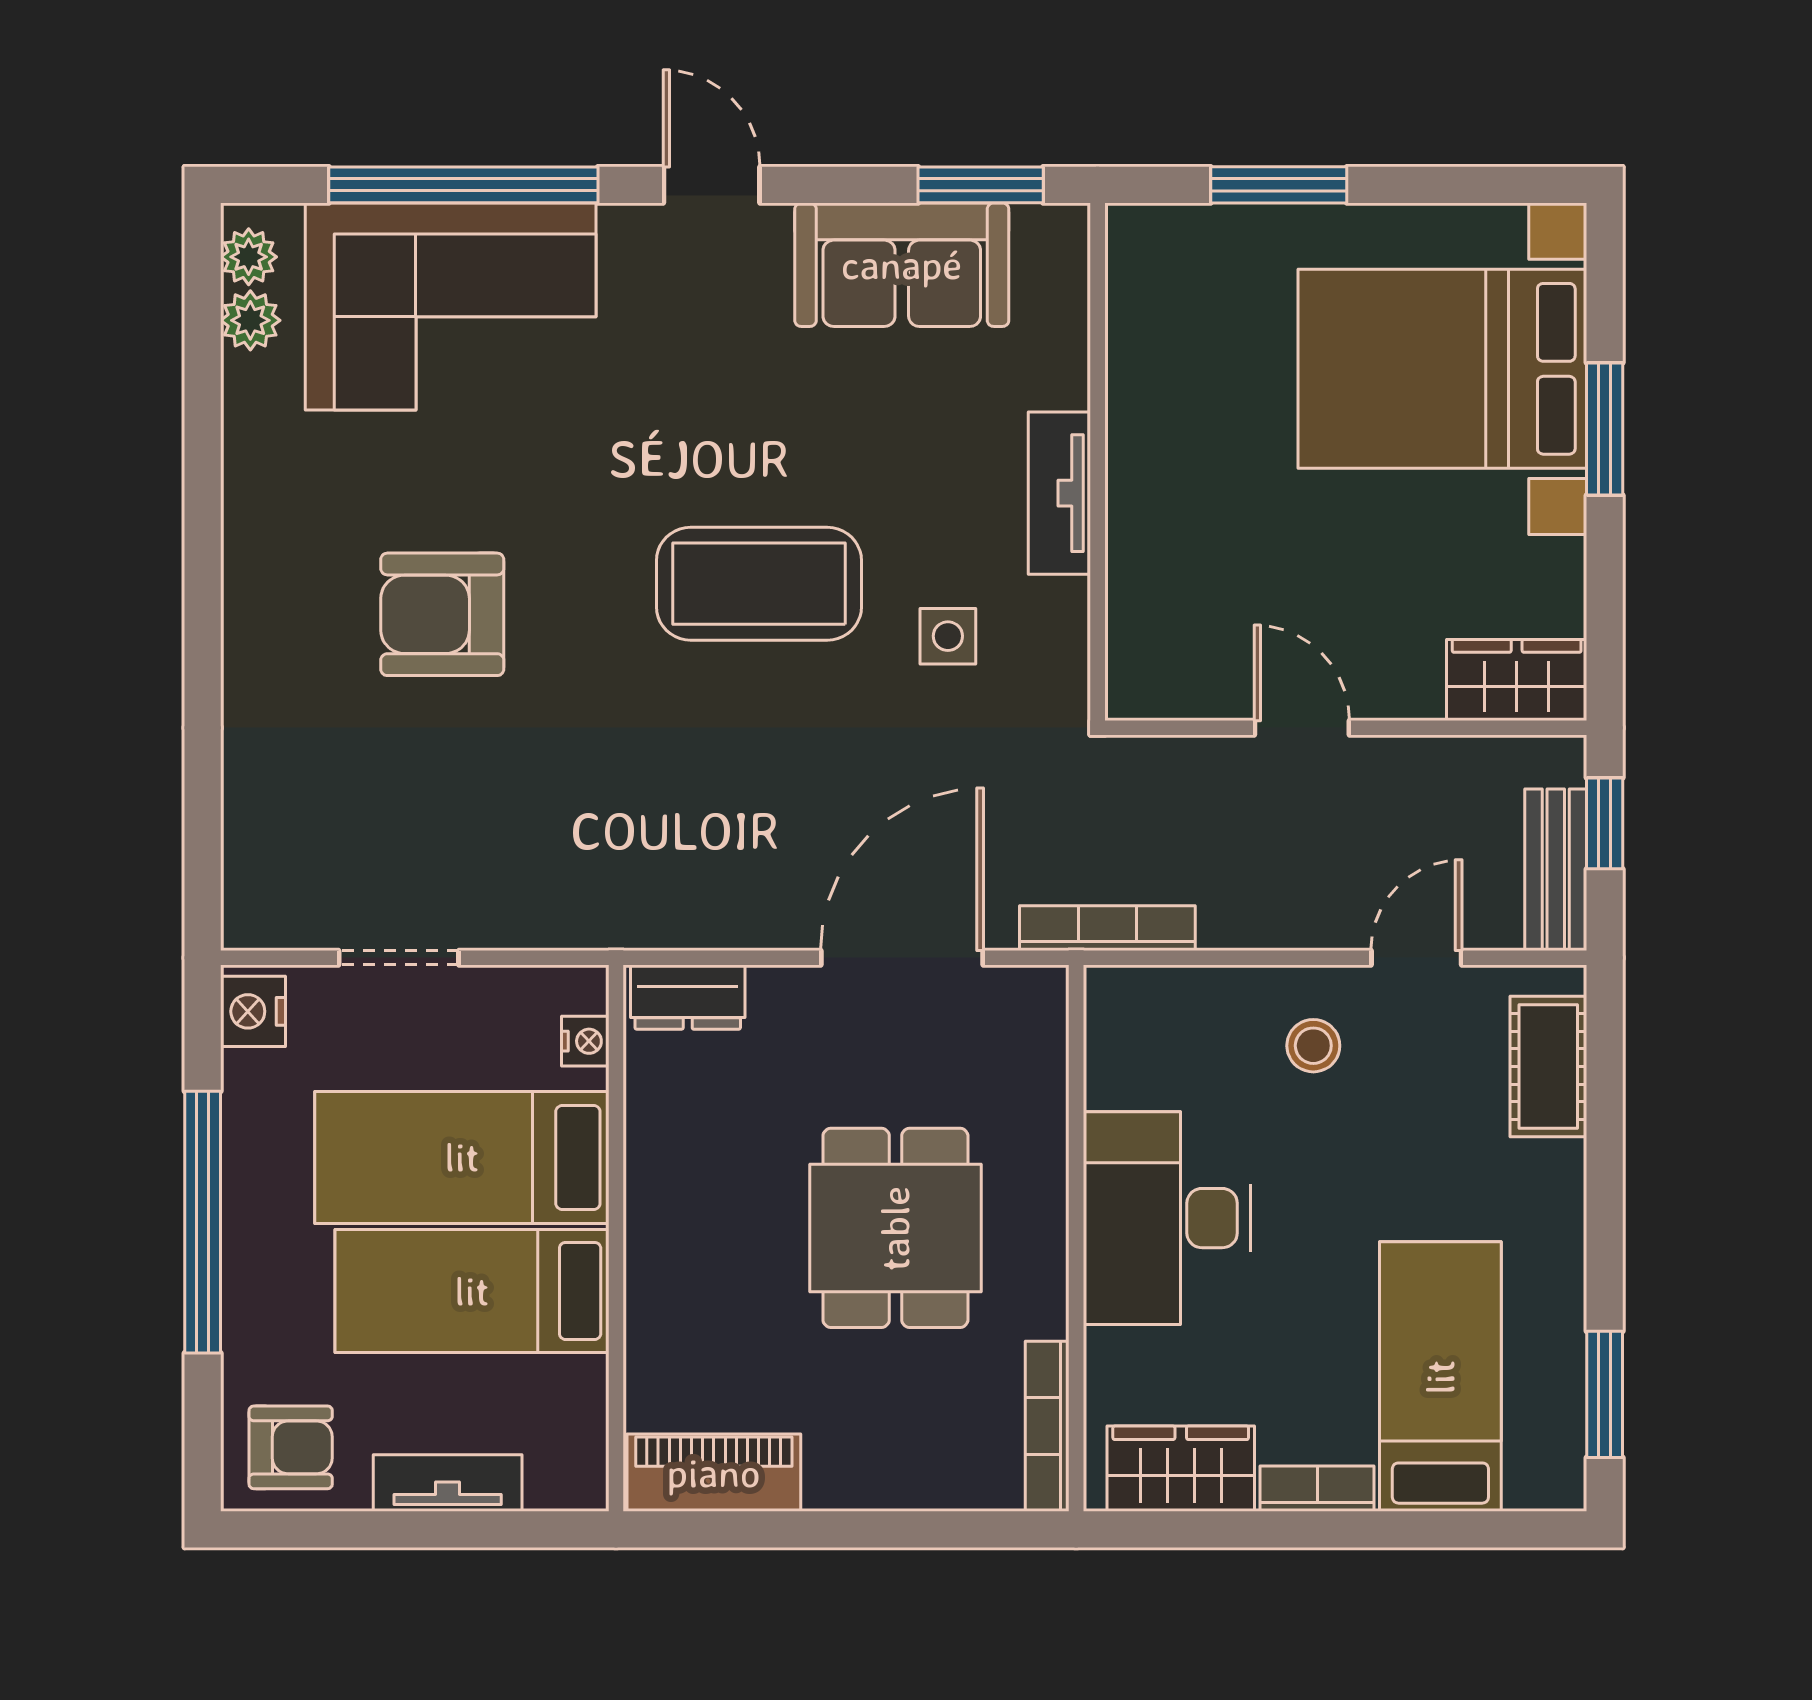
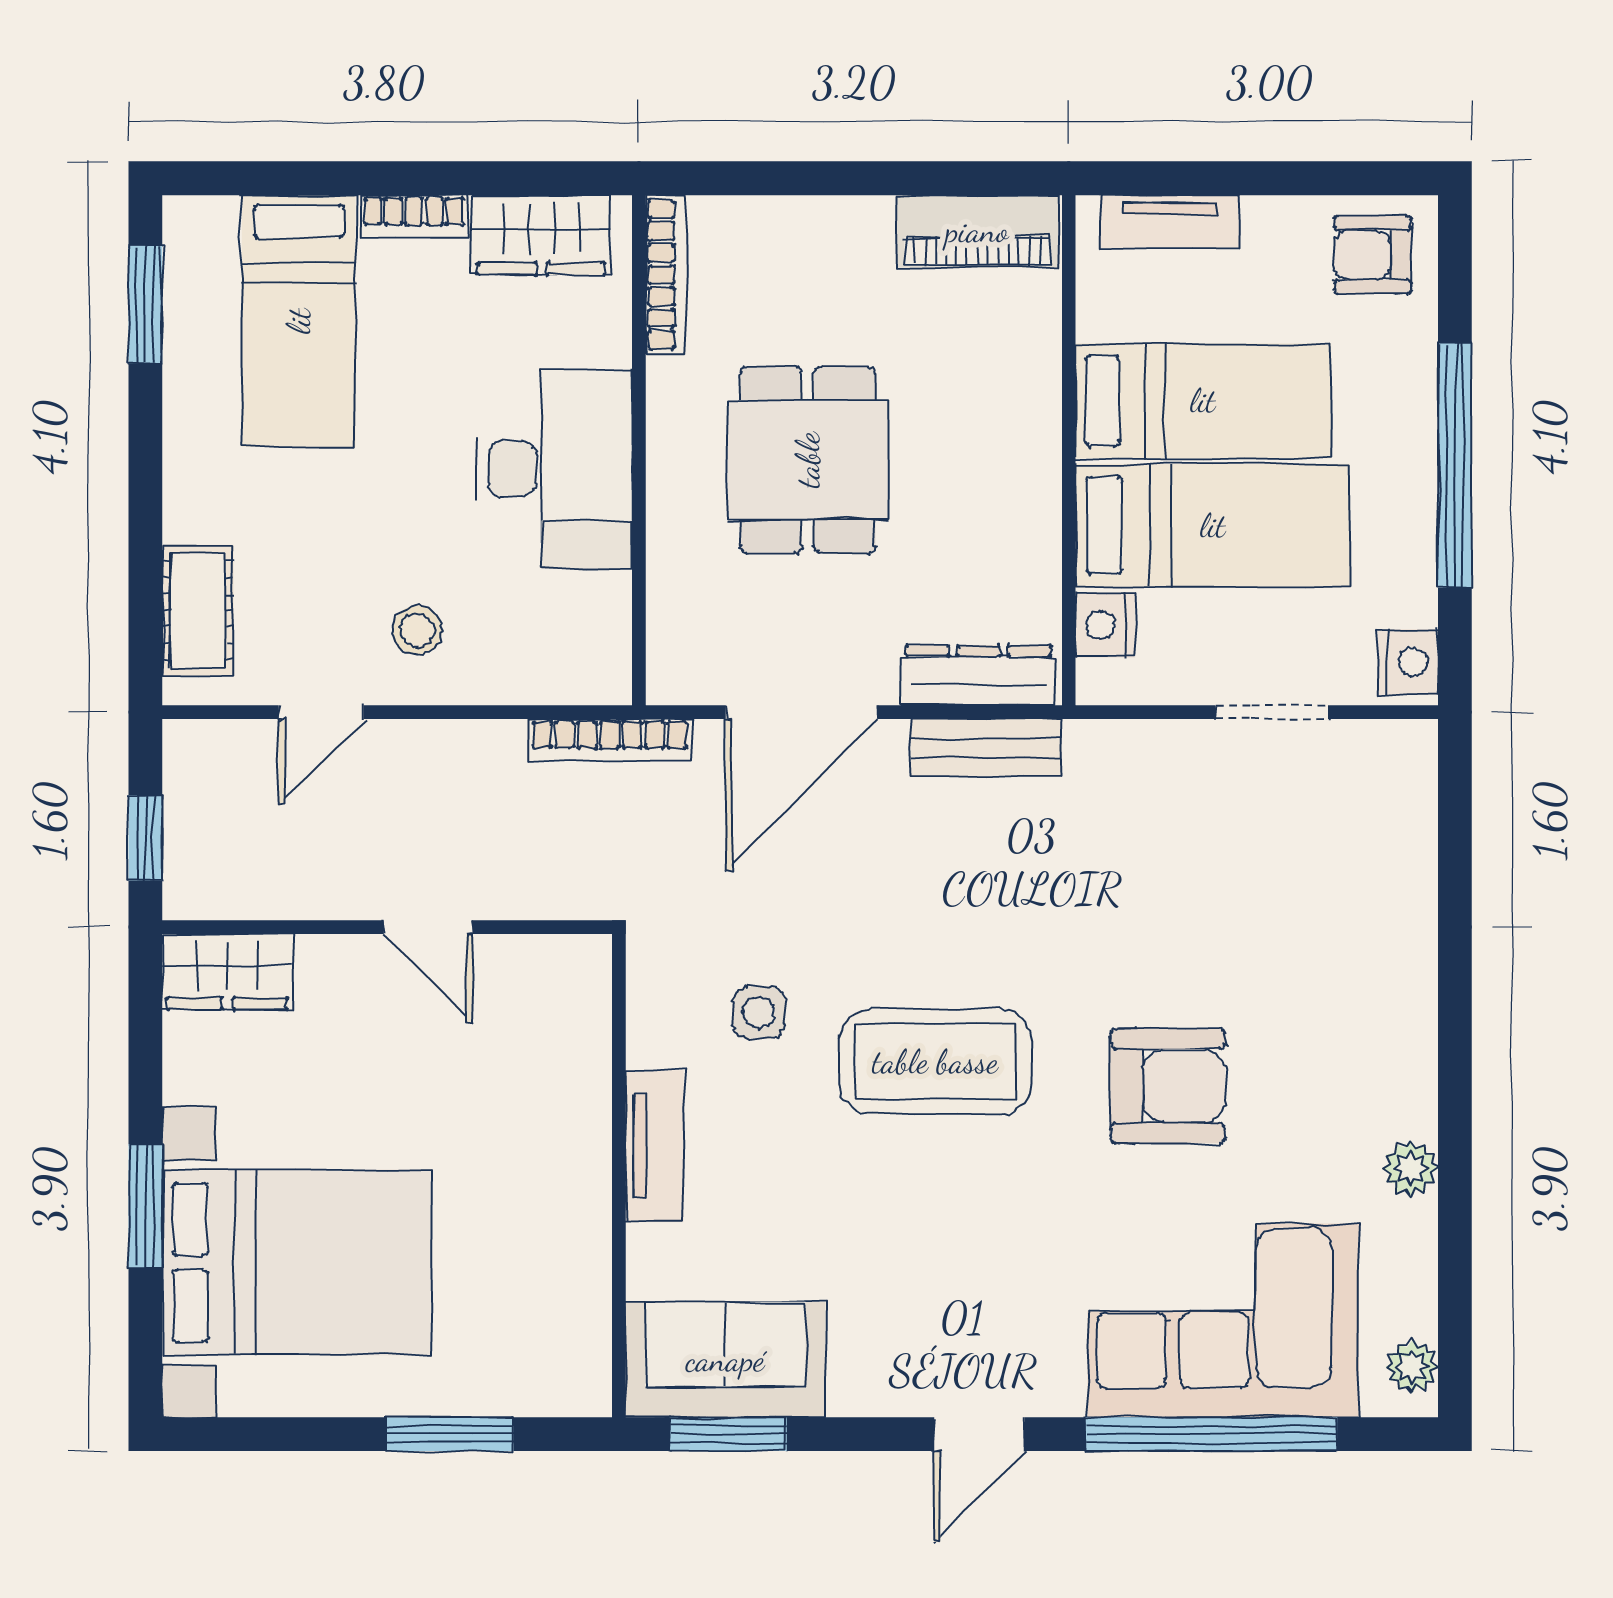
door: (712, 185) -> (979, 1434), hinge flipped
sofa: (902, 265) -> (725, 1360), moved
plant: (250, 320) -> (1410, 1168), moved
armchair: (442, 614) -> (1168, 1086), moved
bench: (1556, 870) -> (986, 748), moved, turned 90
dresser: (688, 997) -> (978, 675), width x1.44
nightstand: (585, 1041) -> (1105, 625), width x1.39, depth x1.35
tv unit: (448, 1483) -> (1170, 222), moved

